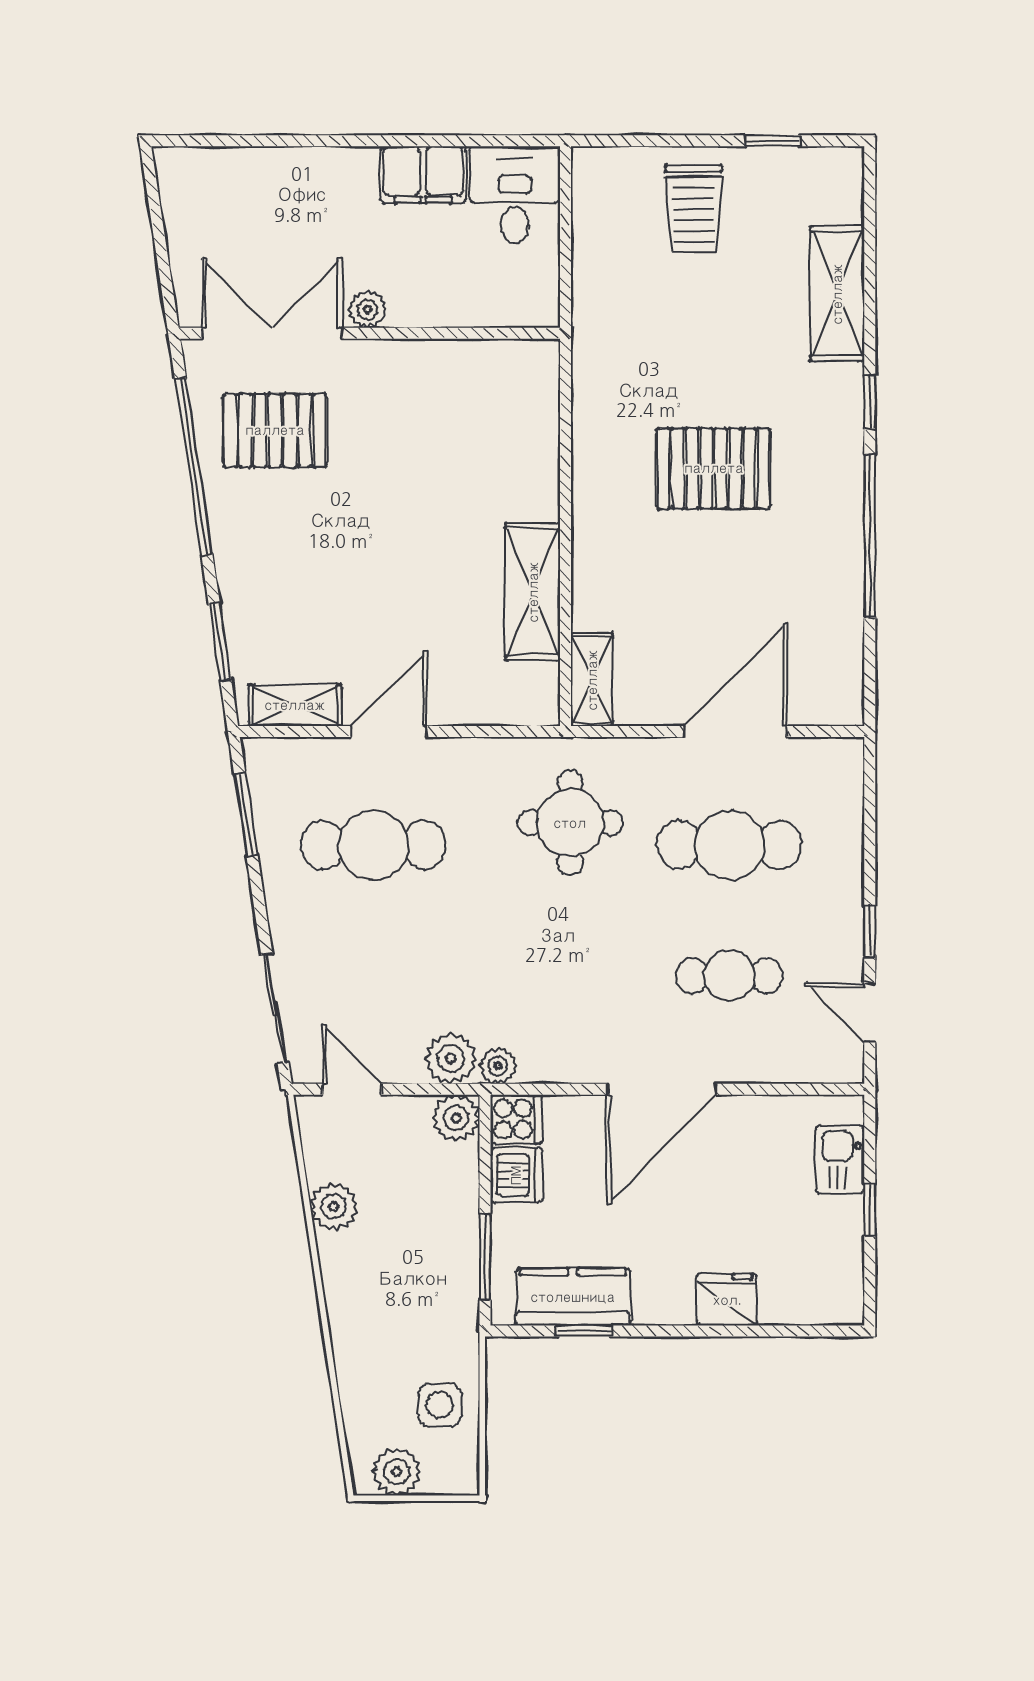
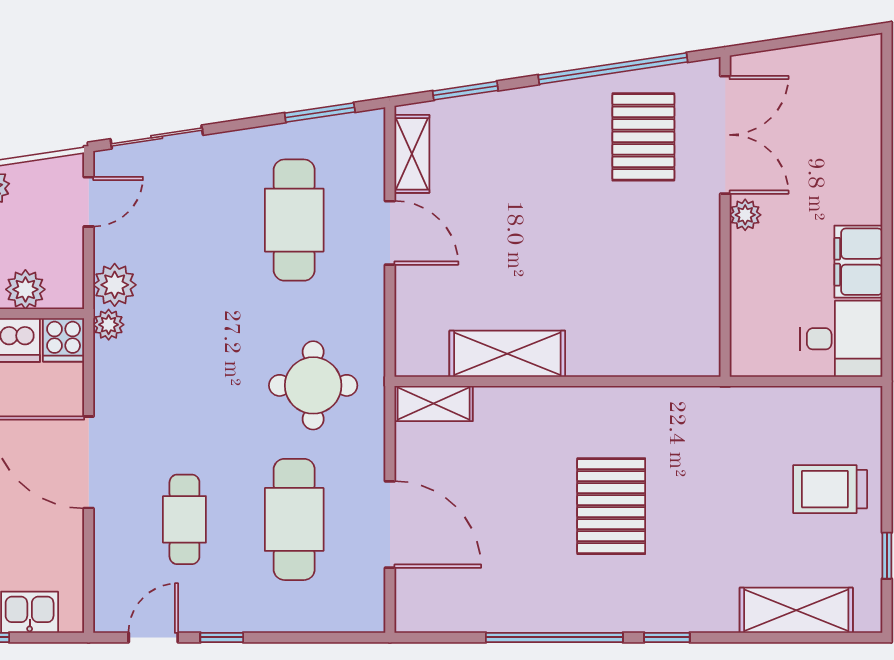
shelving: (837, 294) -> (796, 610), moved
plant: (456, 1118) -> (25, 289), moved

